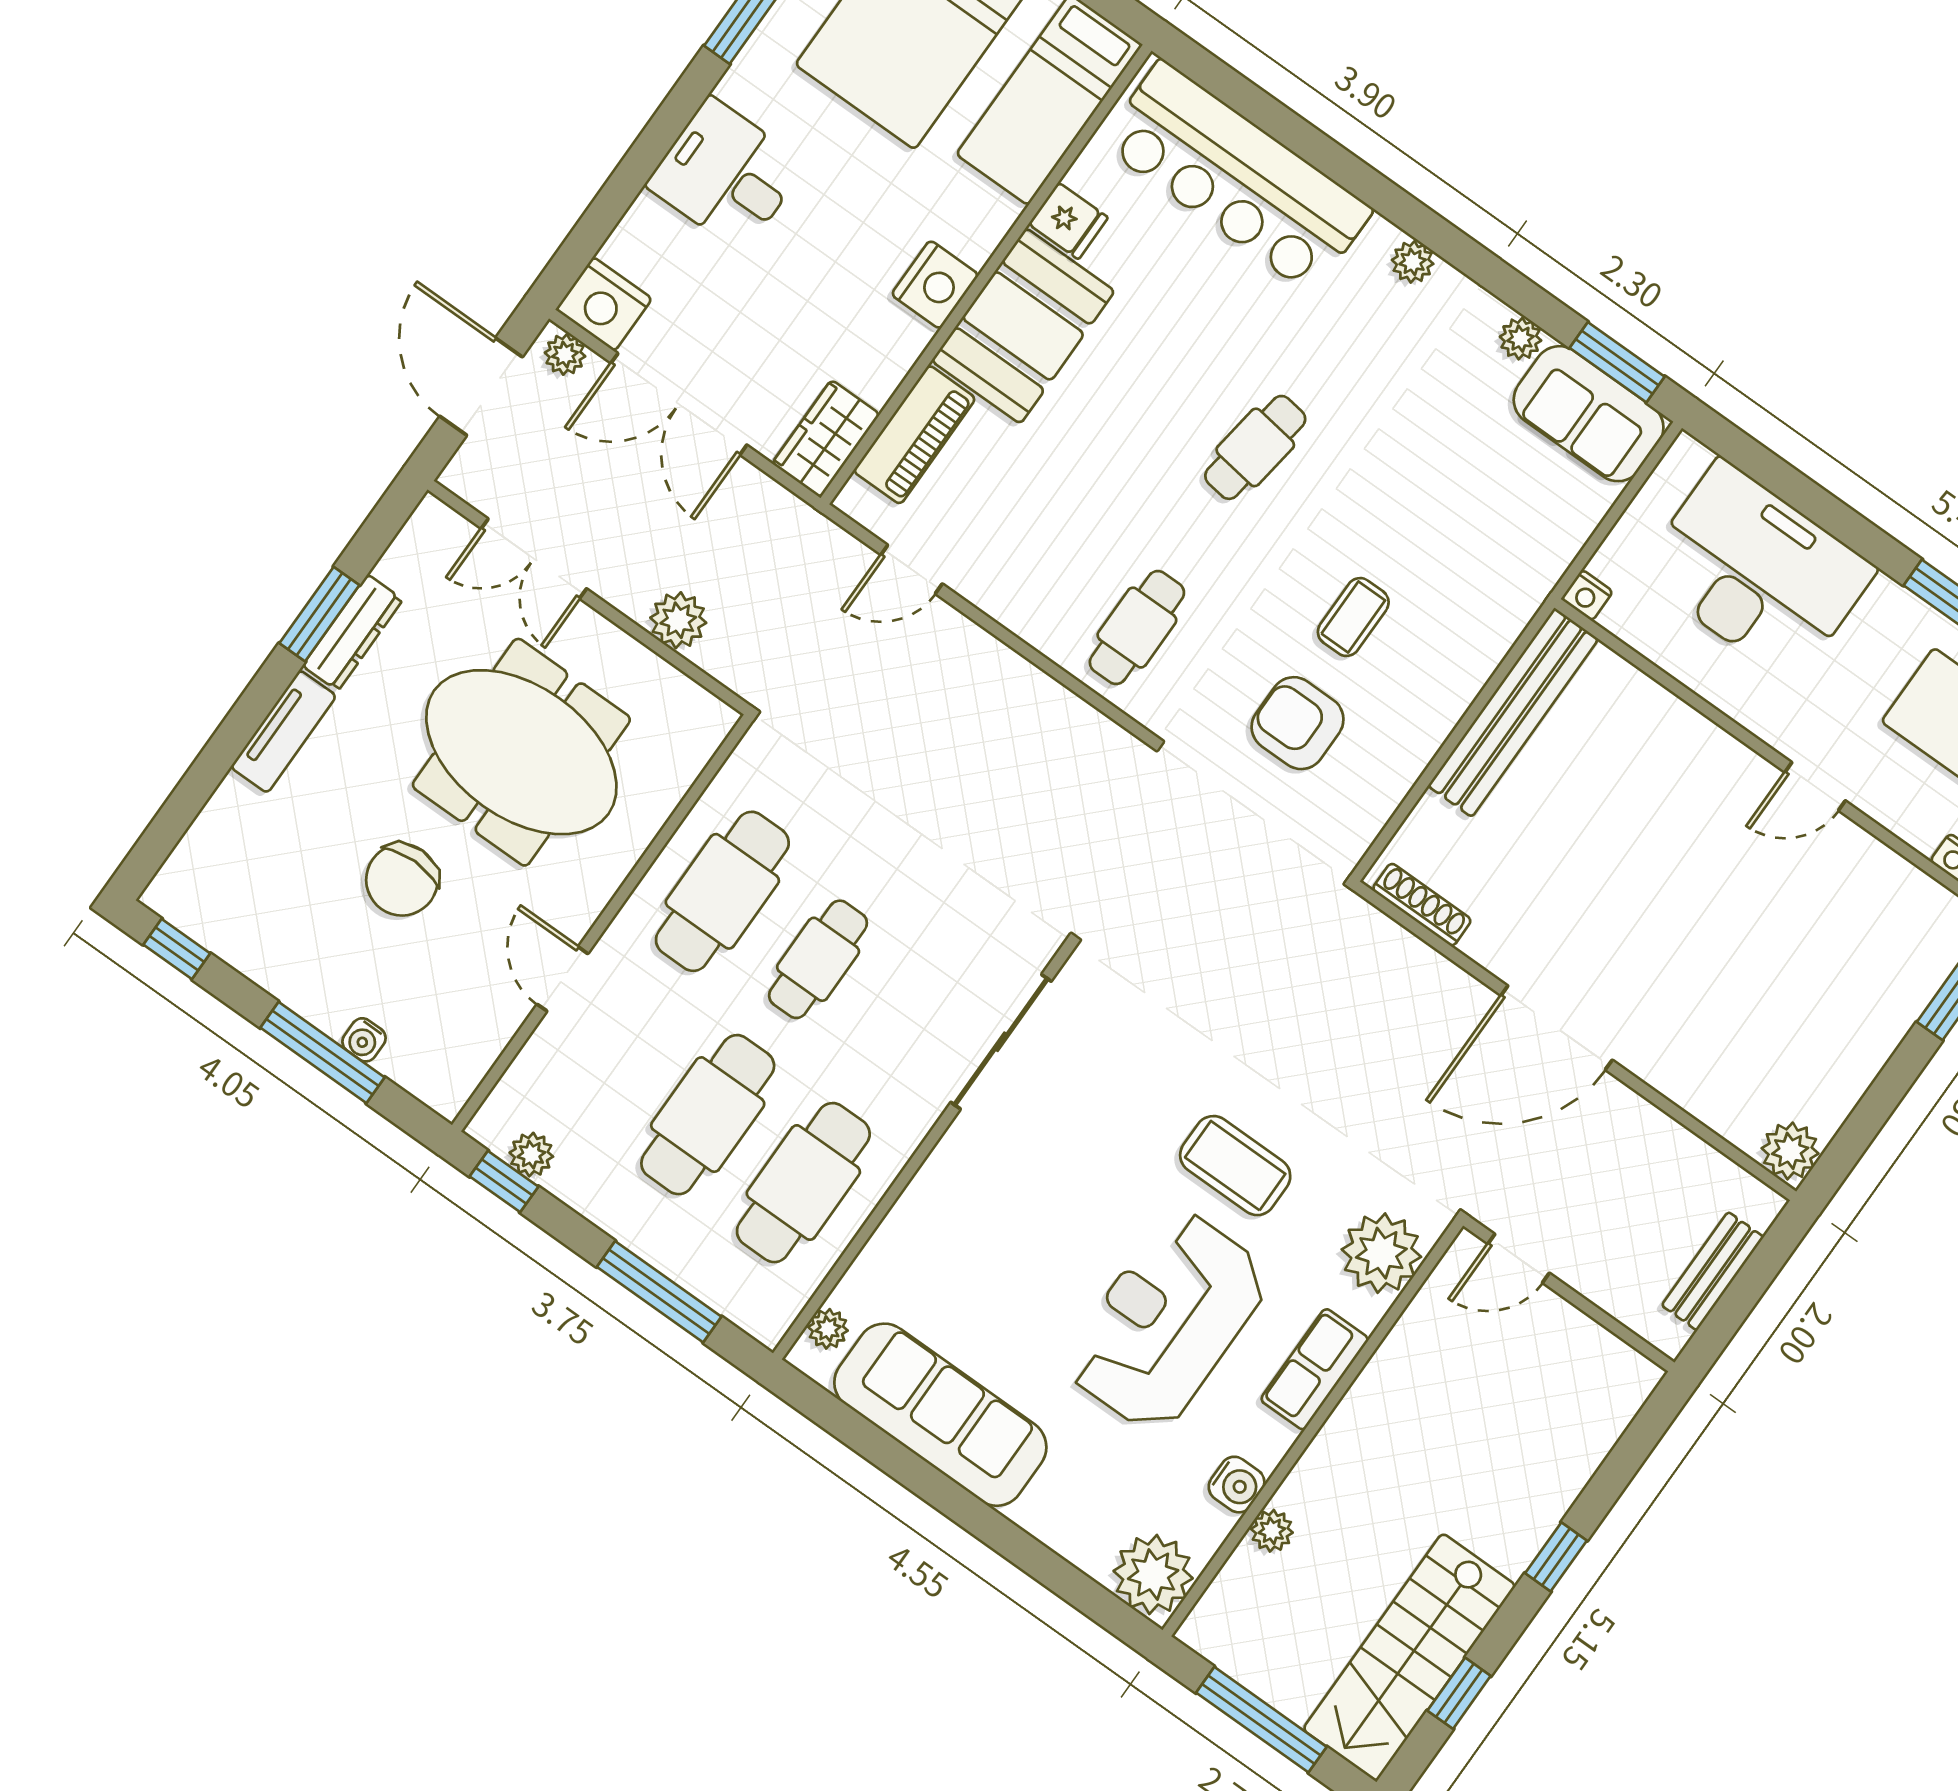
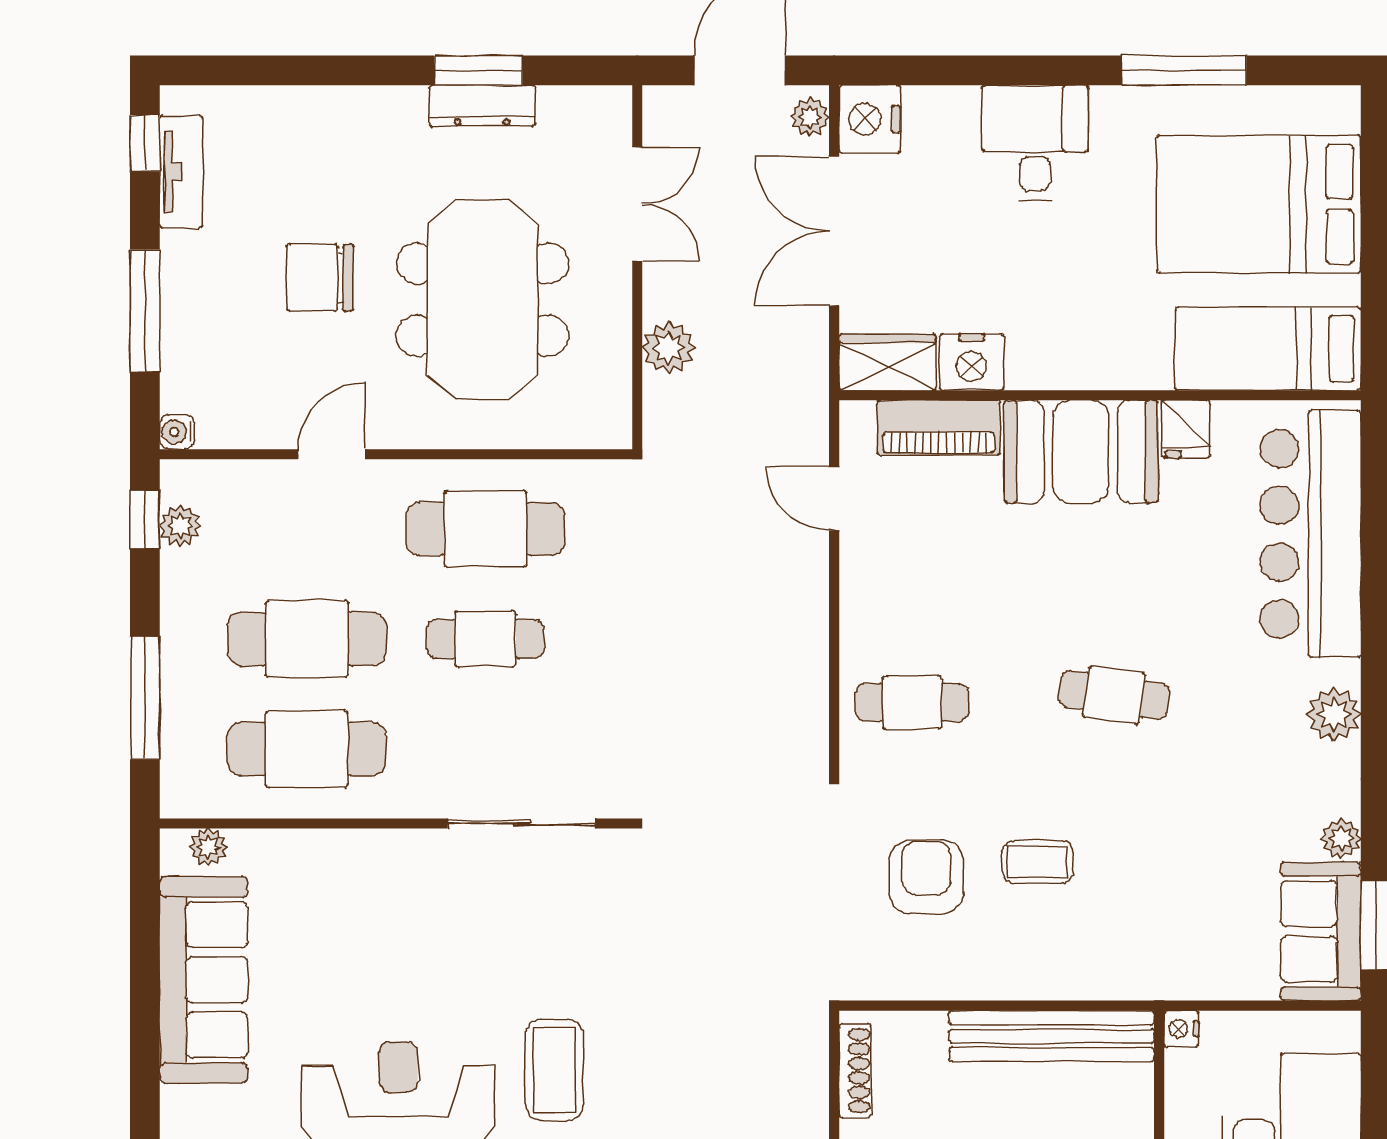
plant: (1413, 262) -> (1334, 715), width x1.38, depth x1.38
nightstand: (935, 285) -> (972, 362), moved
double door: (534, 559) -> (637, 204), swing flipped
tv unit: (283, 731) -> (181, 172), moved, turned -90
water cooler: (364, 1040) -> (177, 432), moved

